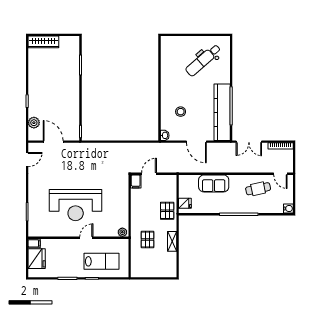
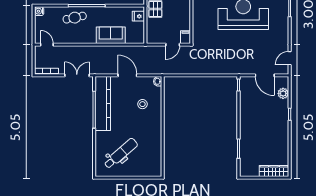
cafe table: (258, 189) -> (75, 18), moved

